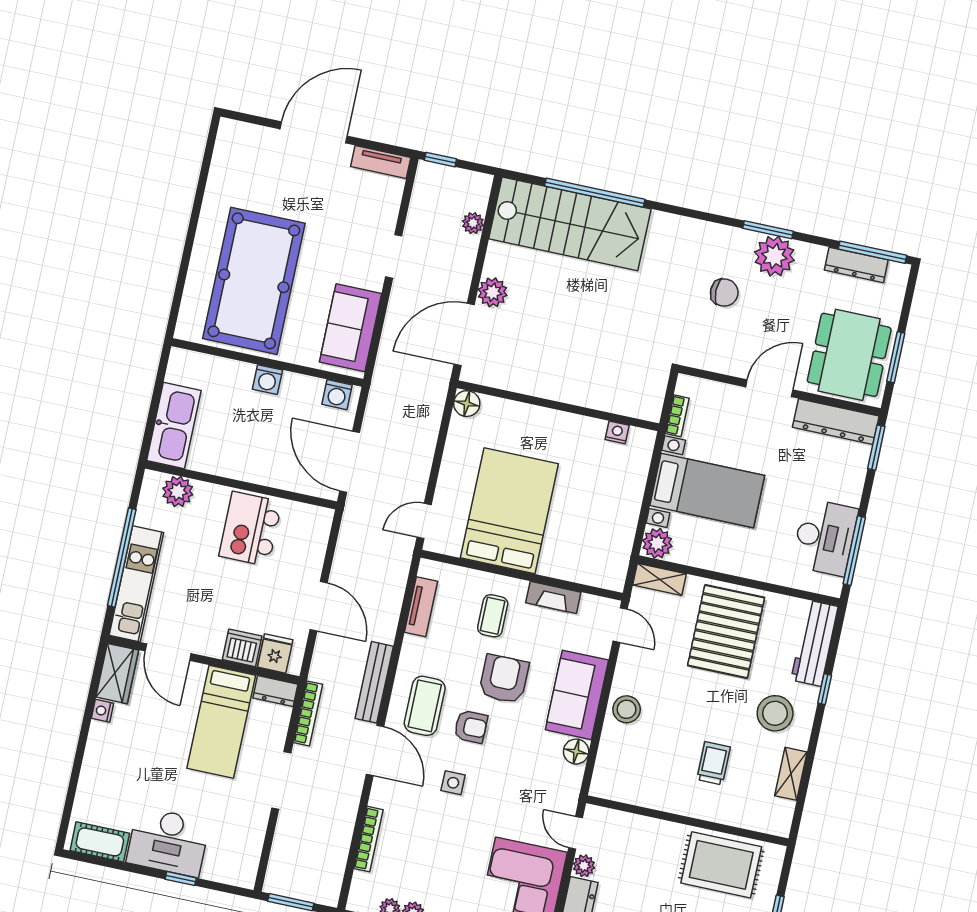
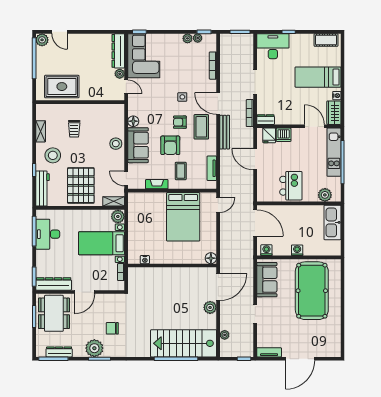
bed: (221, 722) -> (318, 77), moved, turned -90
desk: (168, 842) -> (273, 46), moved

